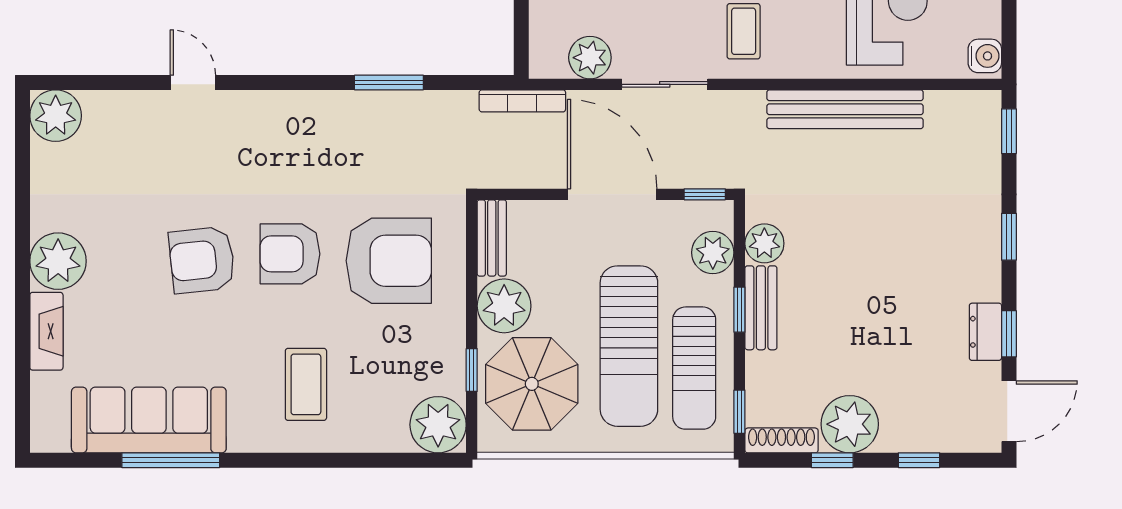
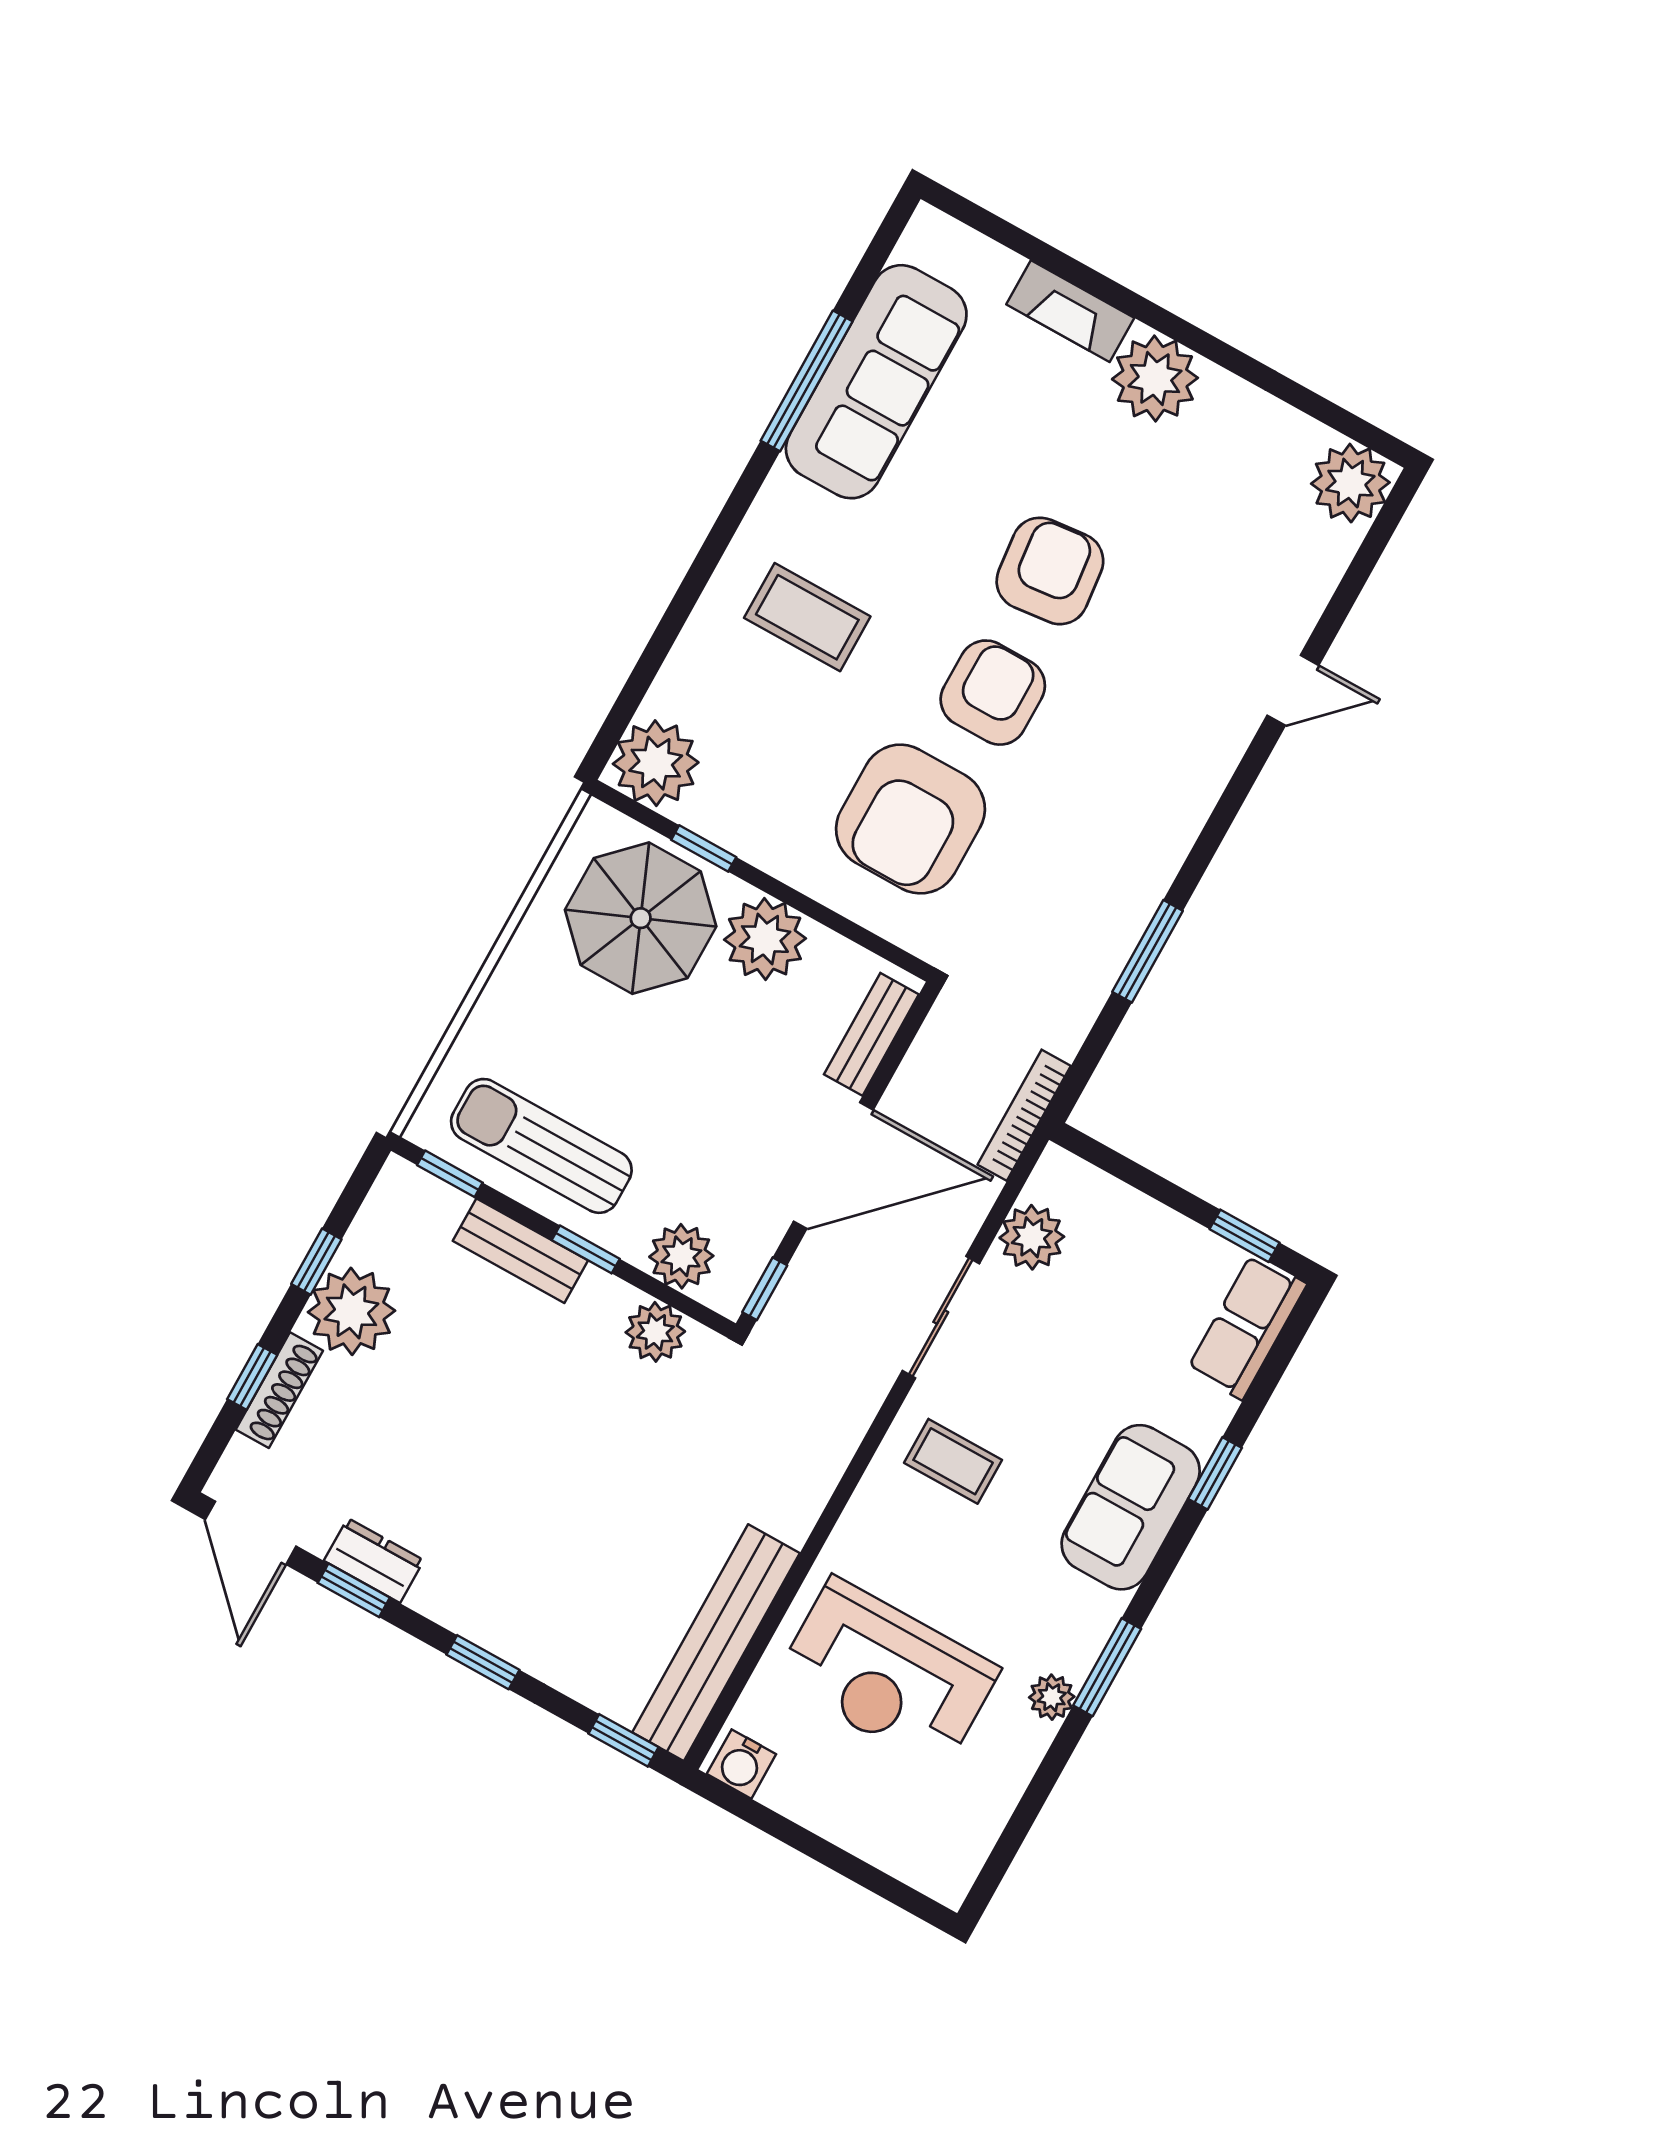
bench: (845, 109) -> (716, 1643), moved
bench: (492, 238) -> (871, 1034), moved, turned 90
bench: (761, 308) -> (520, 1251), moved
sun lounger: (629, 346) -> (619, 1075), removed
shoe rack: (781, 440) -> (279, 1390), moved

